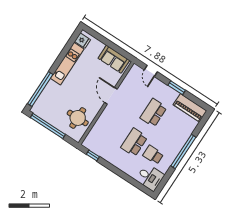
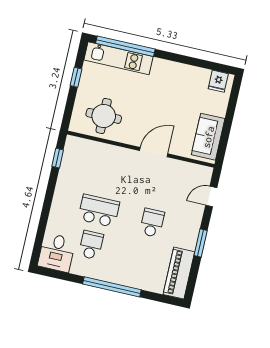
kitchen unit: (67, 64) -> (119, 58), moved
school desk: (153, 113) -> (152, 223), width x0.54
window: (48, 126) -> (76, 77), width x0.32

